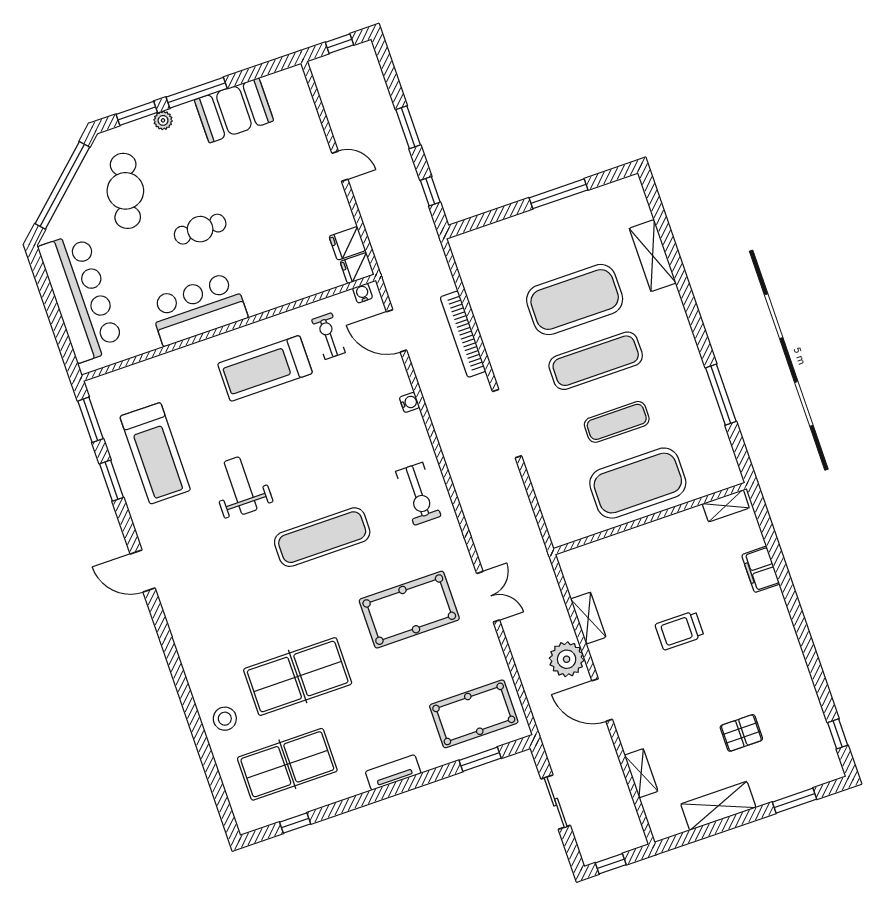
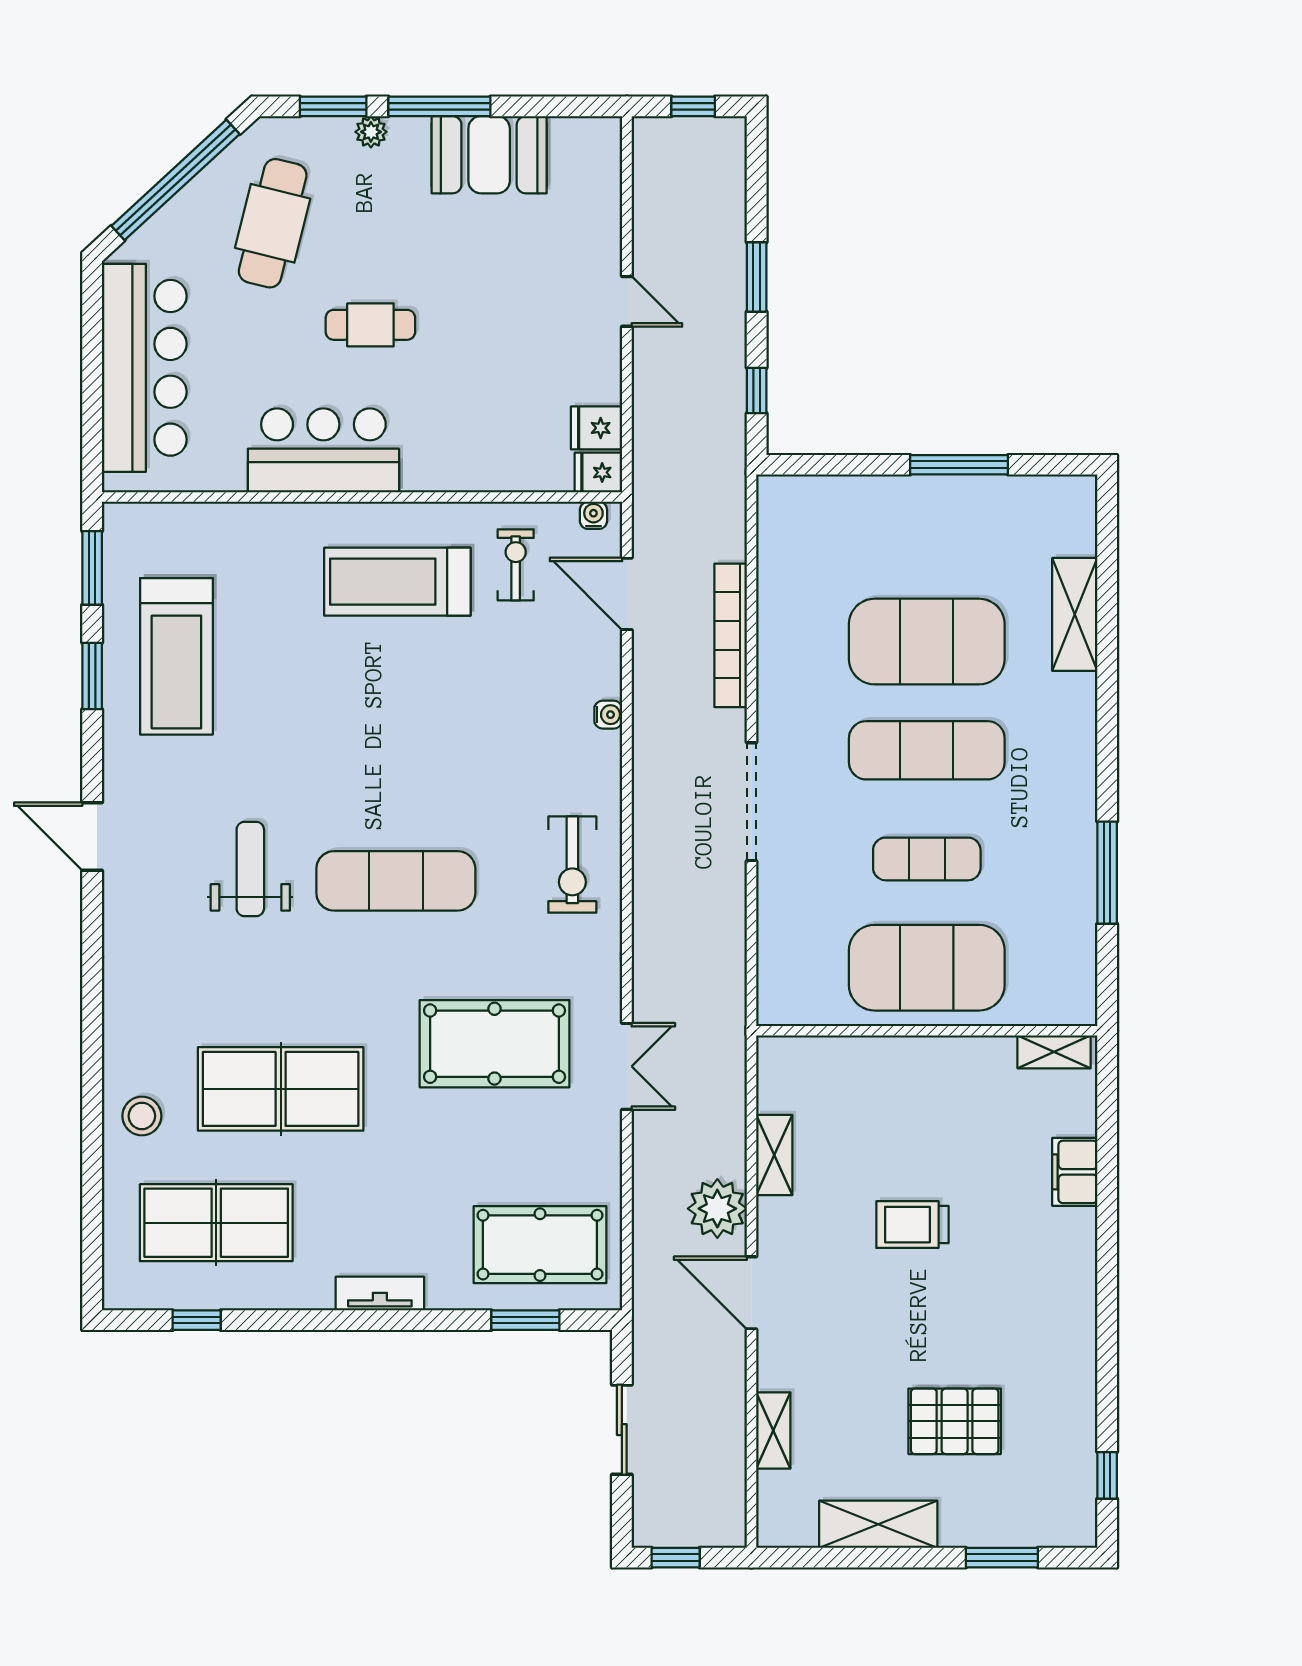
weight bench: (241, 486) -> (250, 869), moved
pallet: (741, 733) -> (955, 1421), width x1.50, depth x1.42

